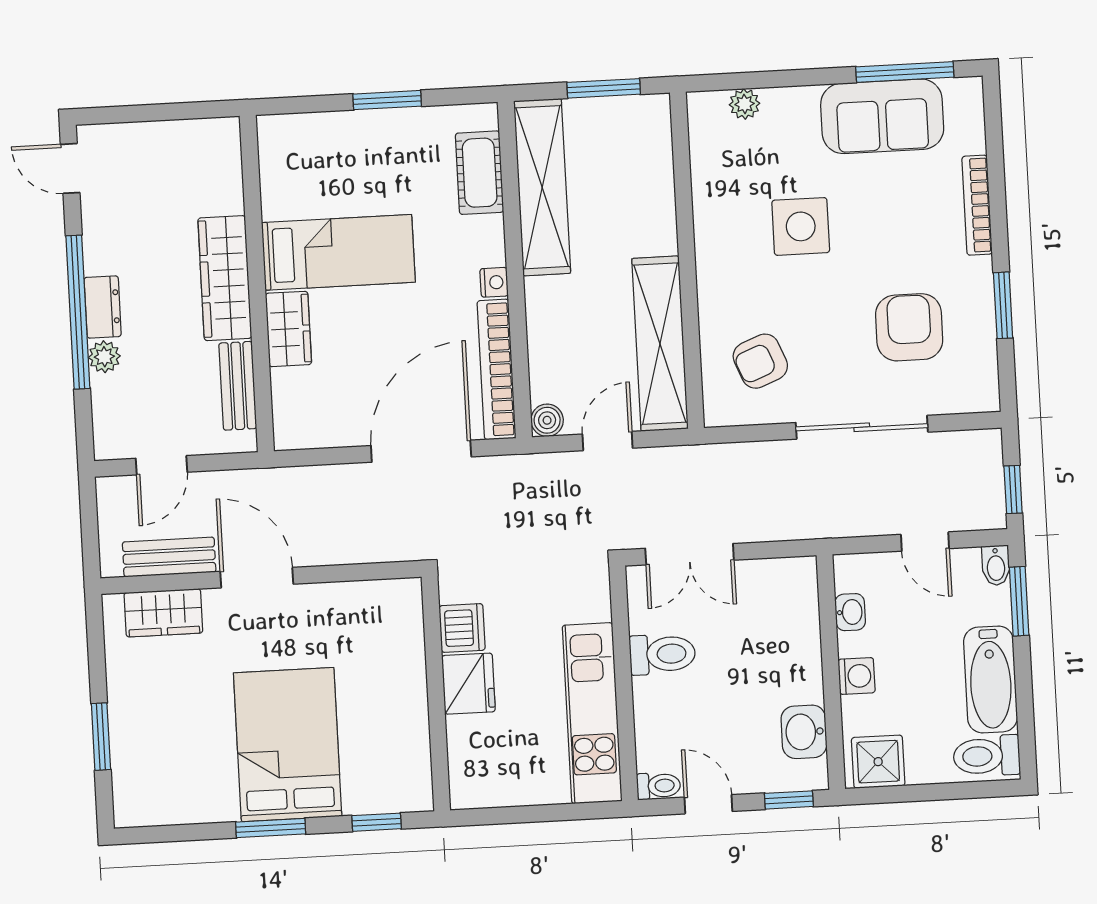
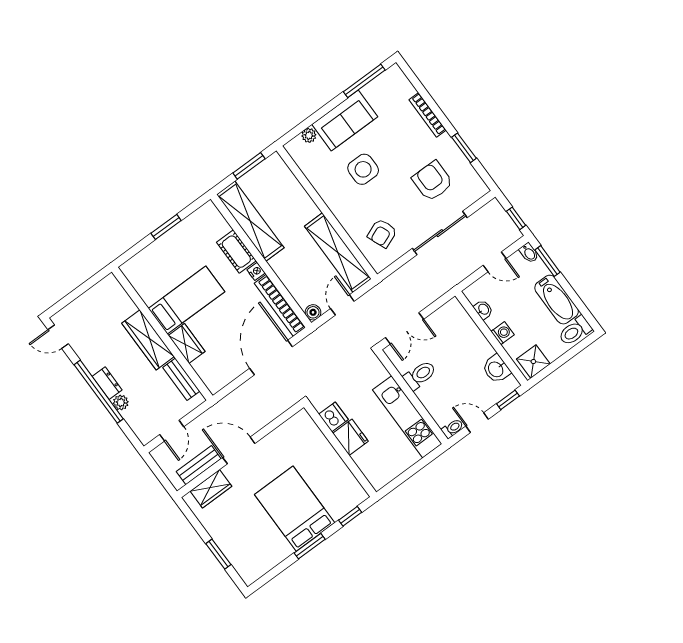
sofa: (882, 116) -> (345, 120), moved
cot: (480, 173) -> (236, 252), moved

